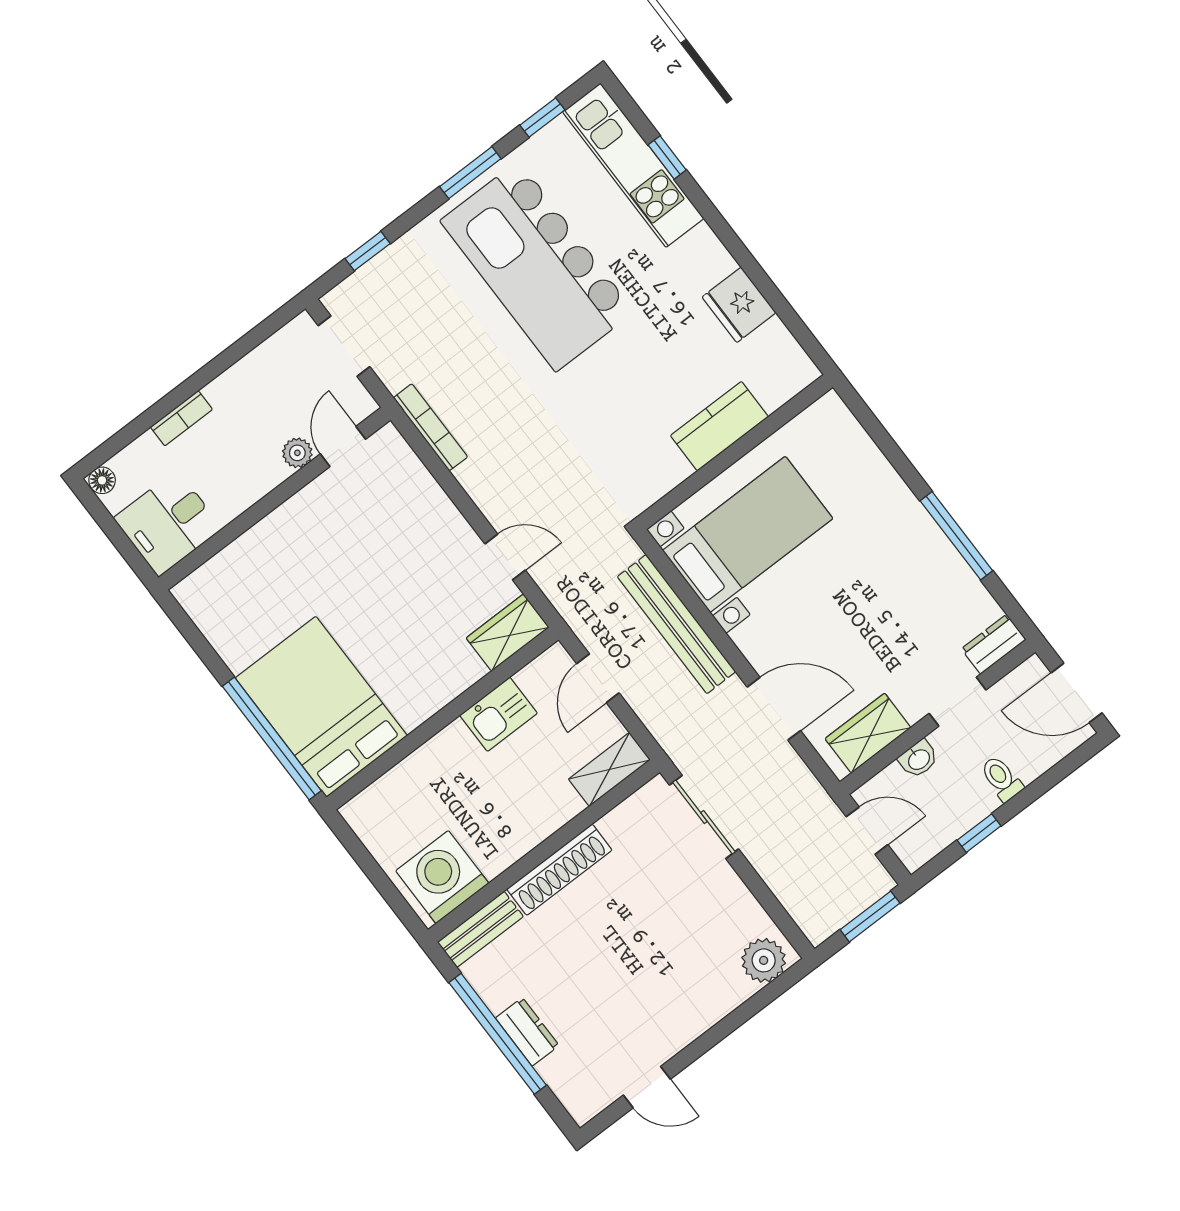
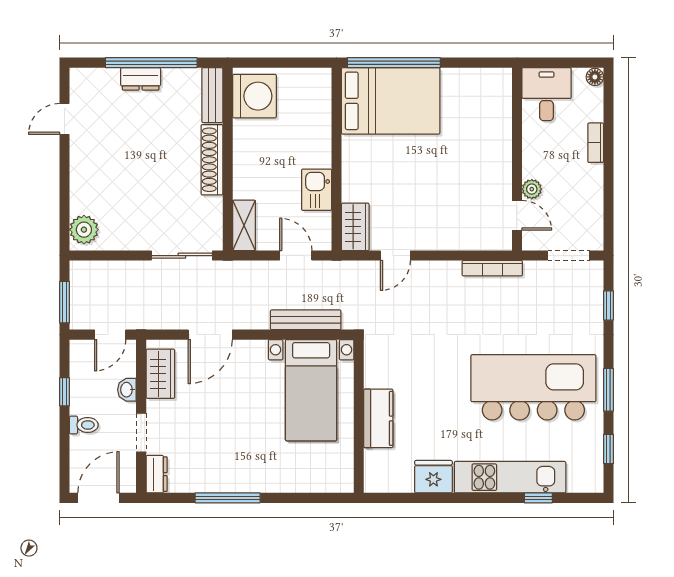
kitchen unit: (633, 165) -> (510, 477), moved
bench: (676, 624) -> (306, 320), width x0.73, depth x0.82

